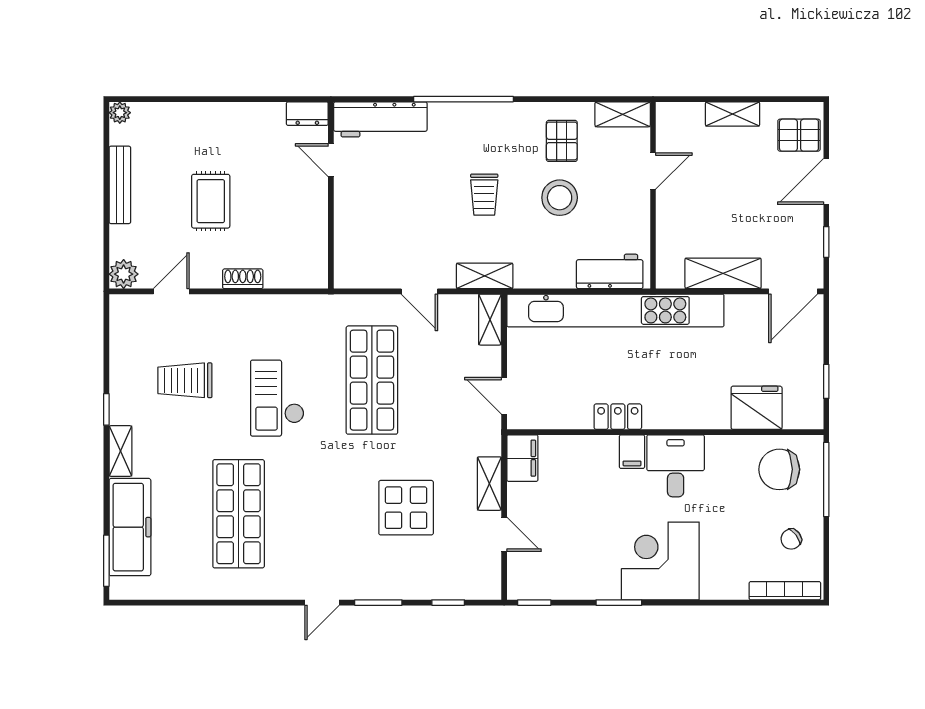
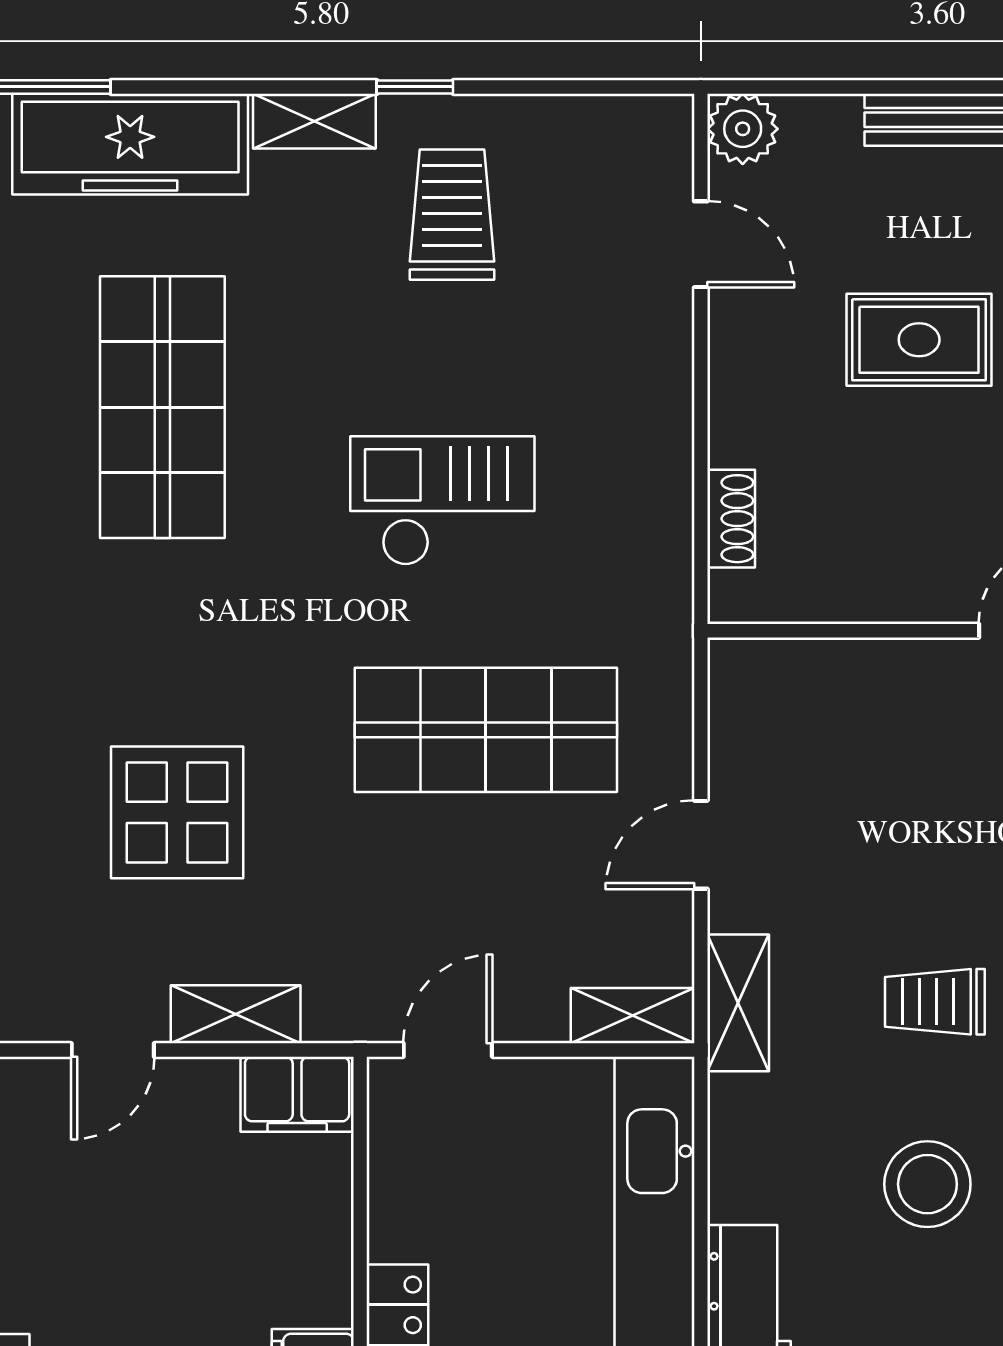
shoe rack: (243, 279) -> (731, 519), moved
trolley: (185, 380) -> (452, 215), moved
shop shelf: (239, 514) -> (162, 407), turned 90

